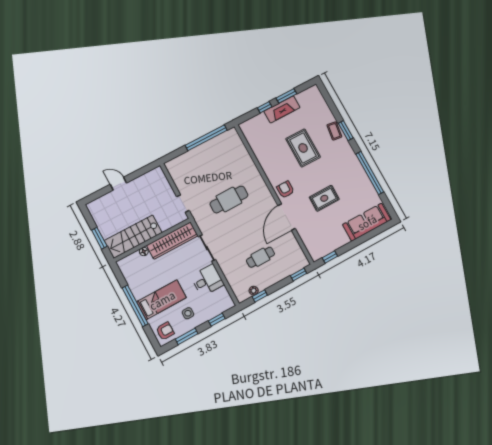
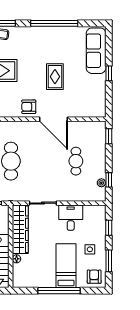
window: (330, 257) -> (109, 73), moved

